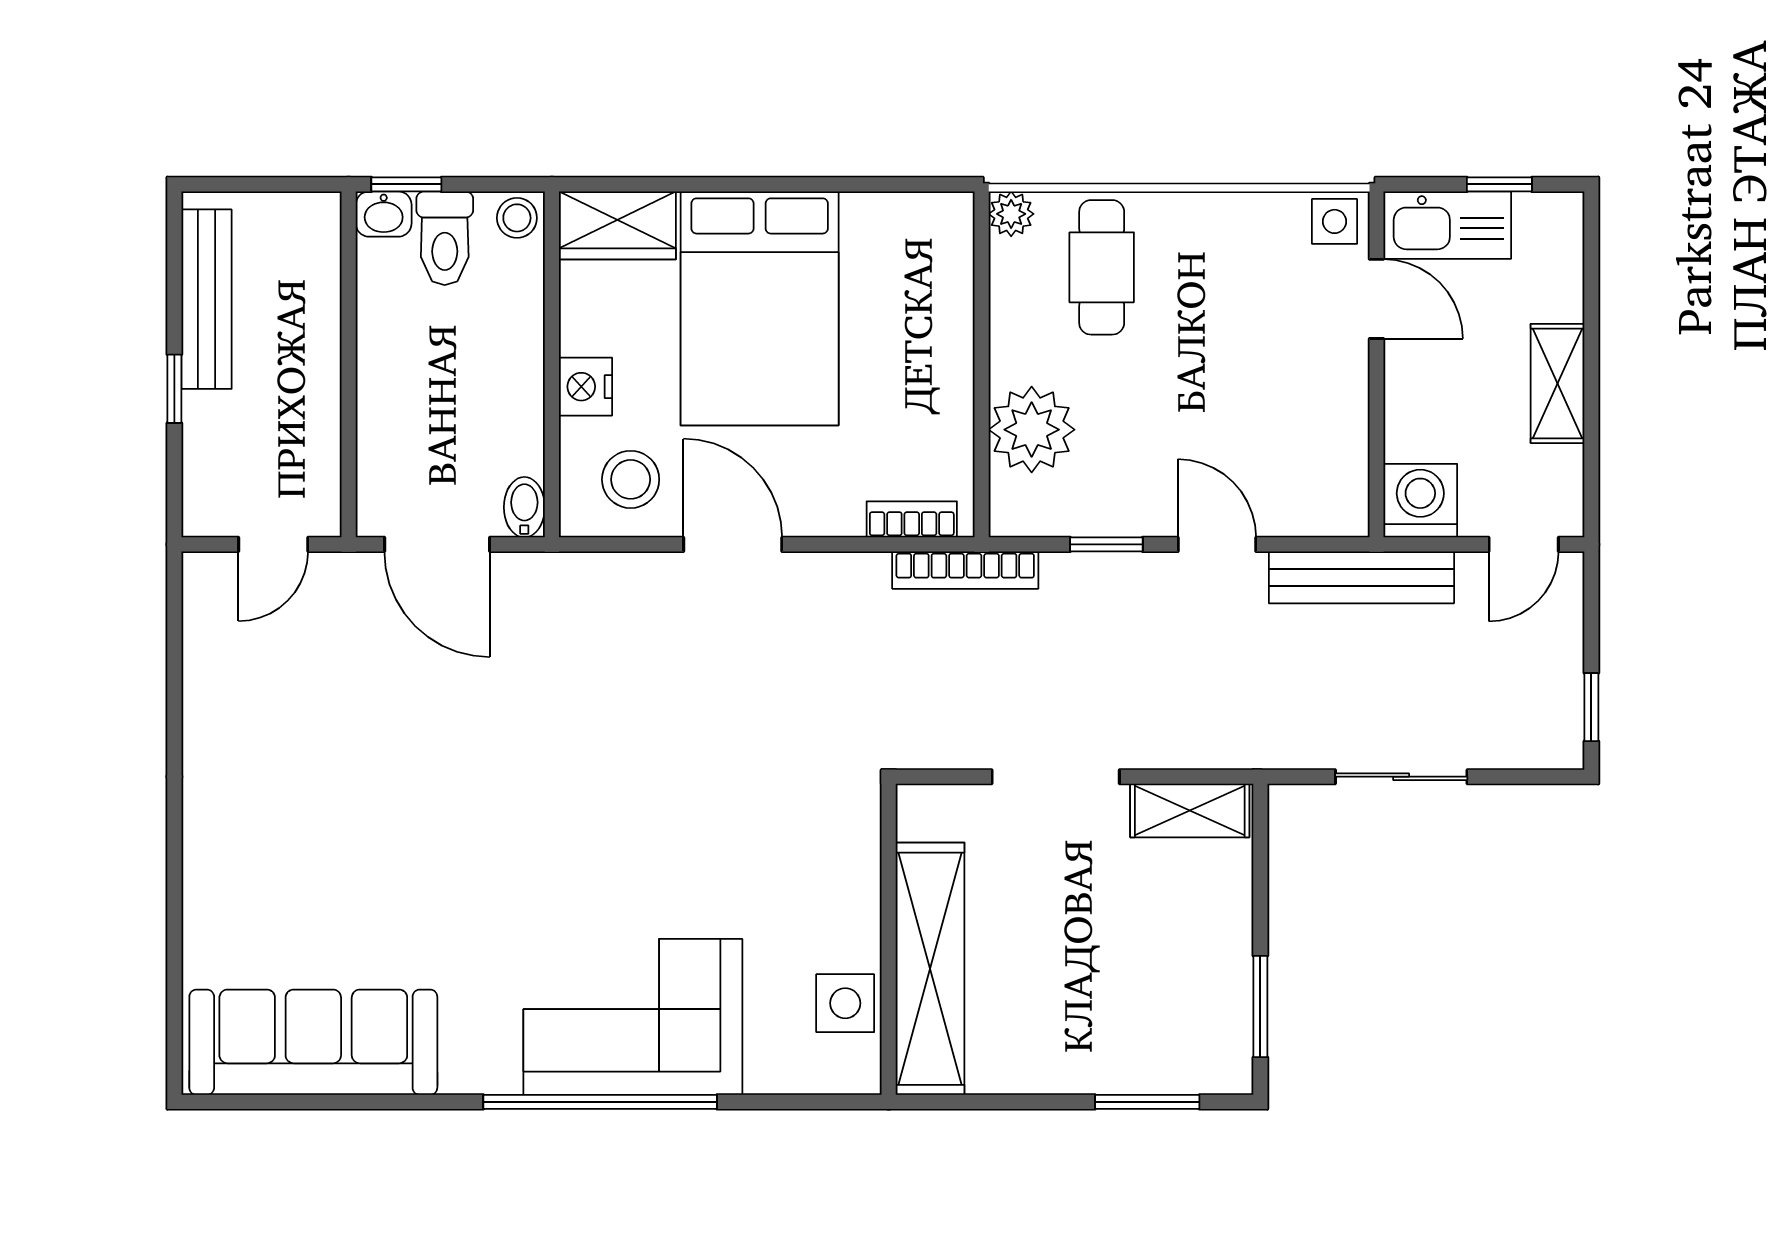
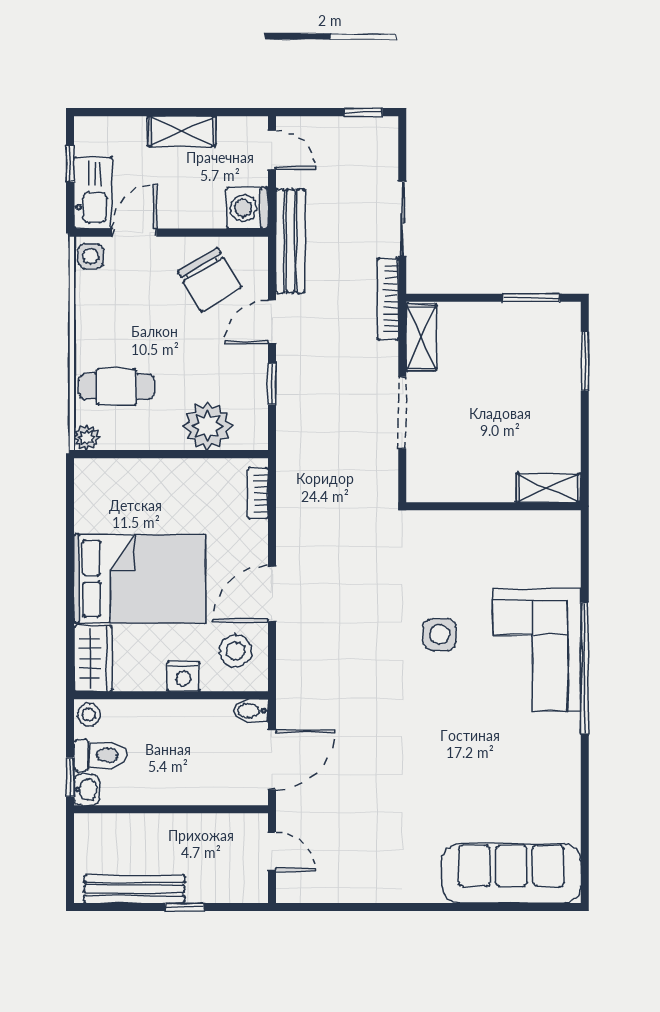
chair: (1293, 433) -> (209, 280), added
bookcase: (965, 570) -> (388, 299), moved, turned 180
shelving: (930, 969) -> (549, 488), width x0.45, depth x0.75
side table: (845, 1003) -> (440, 634), moved
sofa: (313, 1042) -> (511, 873), moved, turned 90

